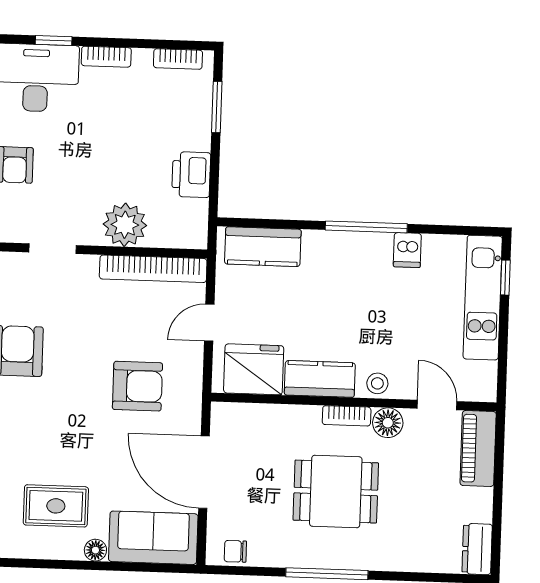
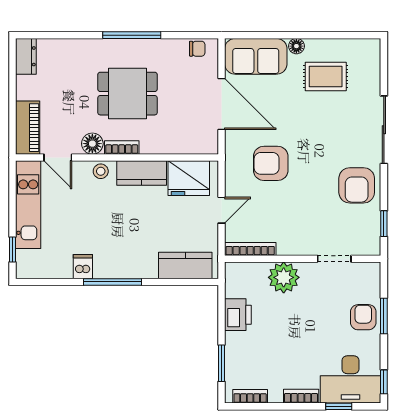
bookcase: (153, 269) -> (250, 249), width x0.68, depth x0.76
kitchen unit: (483, 298) -> (28, 205), moved

